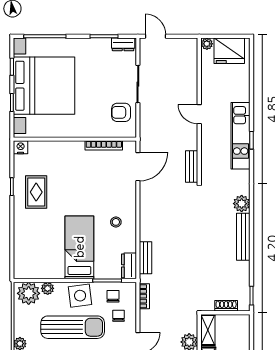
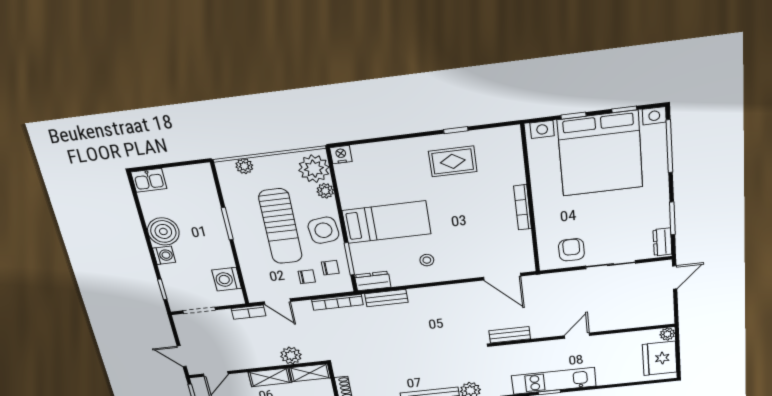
bookcase: (104, 145) -> (523, 207), moved
nightstand: (21, 147) -> (341, 155), moved, turned -90
bookcase: (144, 296) -> (337, 302), width x1.56

